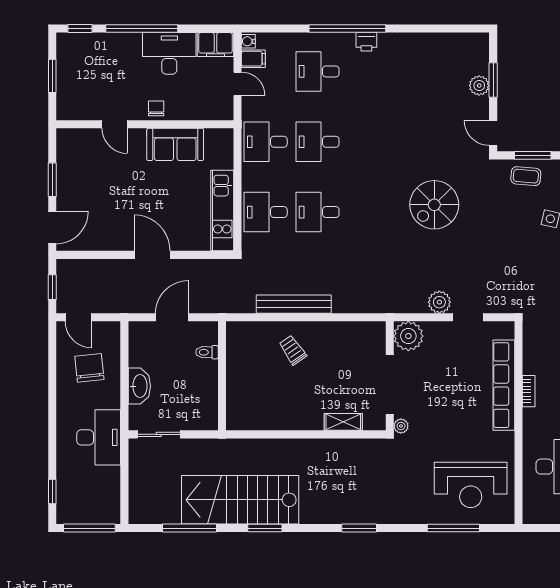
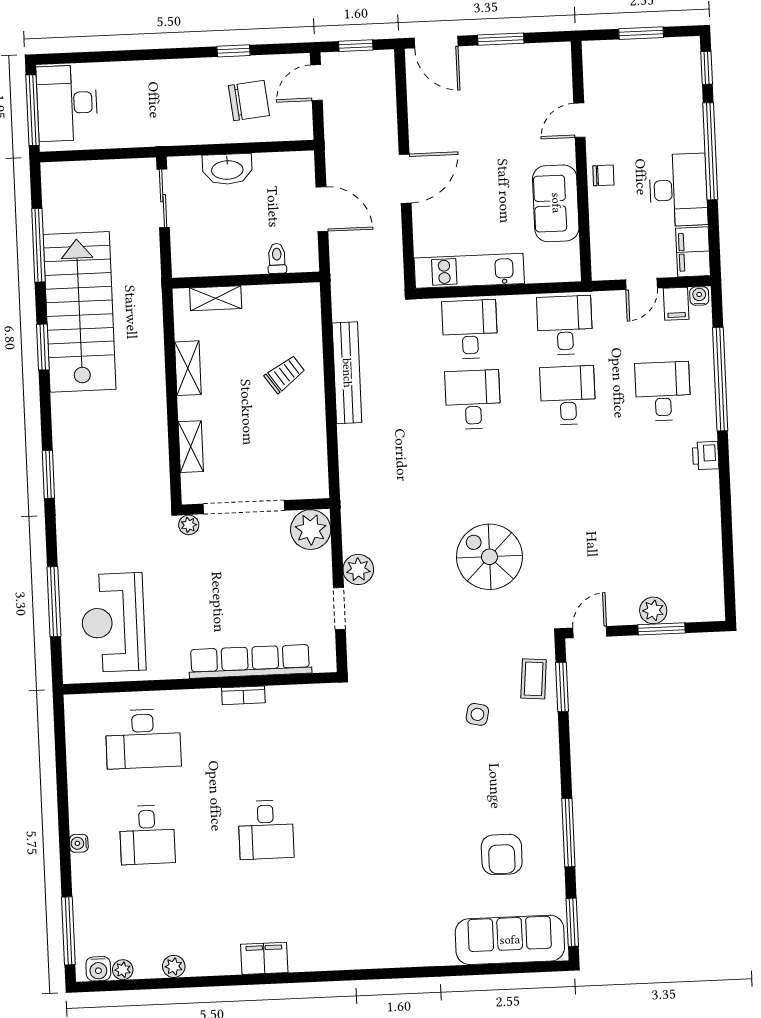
window: (347, 29) -> (720, 379), moved
shelving: (234, 399) -> (216, 298), added
shelving: (285, 422) -> (188, 368), added
desk: (99, 437) -> (67, 103), moved, turned 90
window: (52, 492) -> (234, 51), moved

